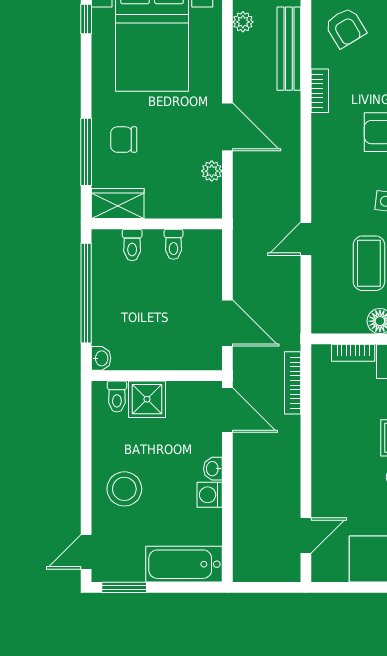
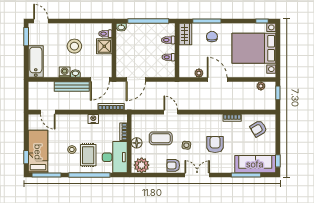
bench: (289, 49) -> (72, 87), moved
door: (227, 127) -> (217, 80), swing flipped
nightstand: (322, 426) -> (93, 119), added
stool: (124, 489) -> (74, 46), moved

